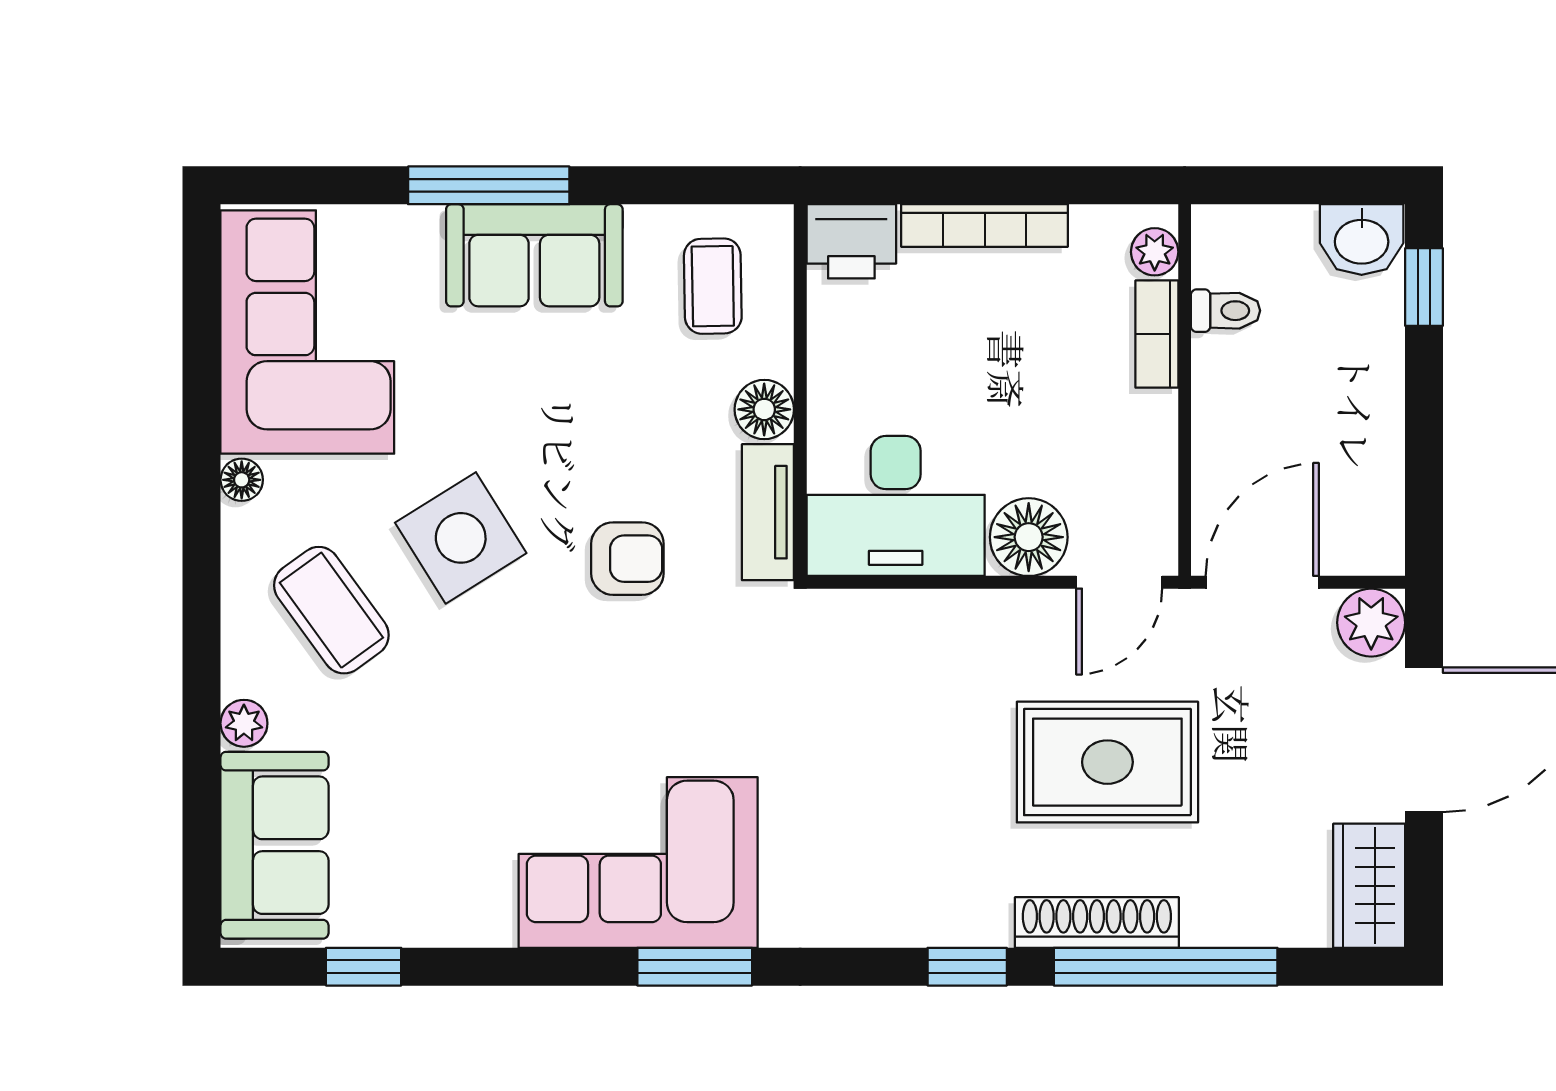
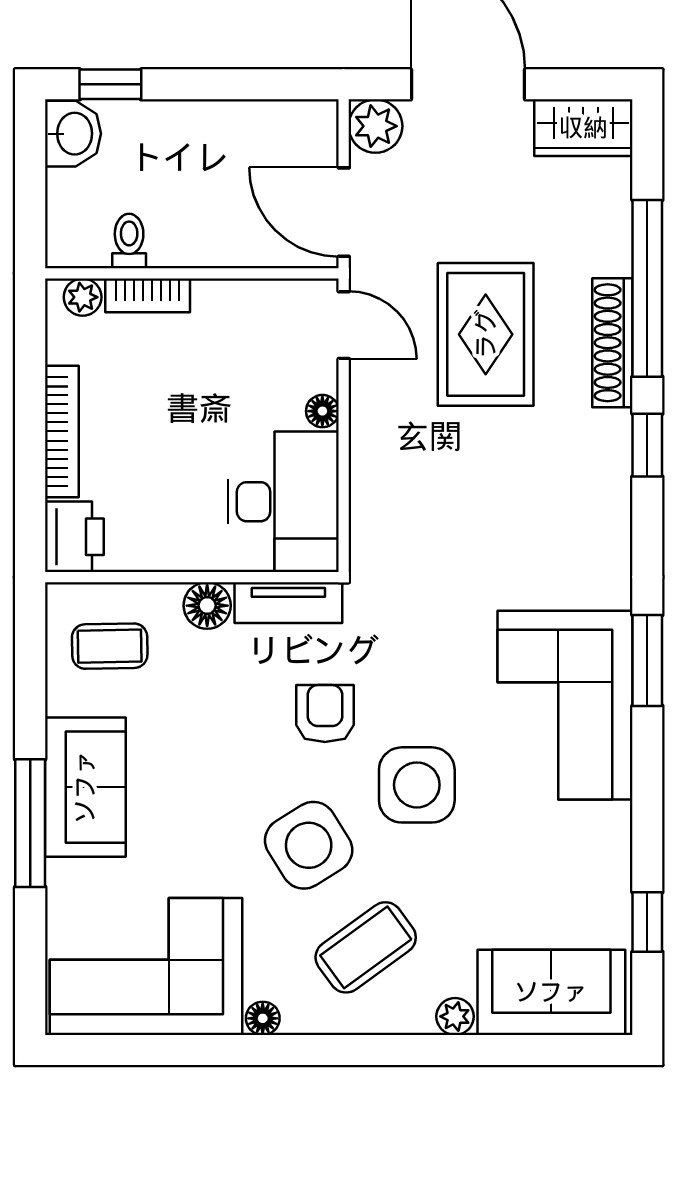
floor lamp: (1029, 537) -> (322, 411), width x0.53, depth x0.53
side table: (537, 675) -> (417, 785), added

